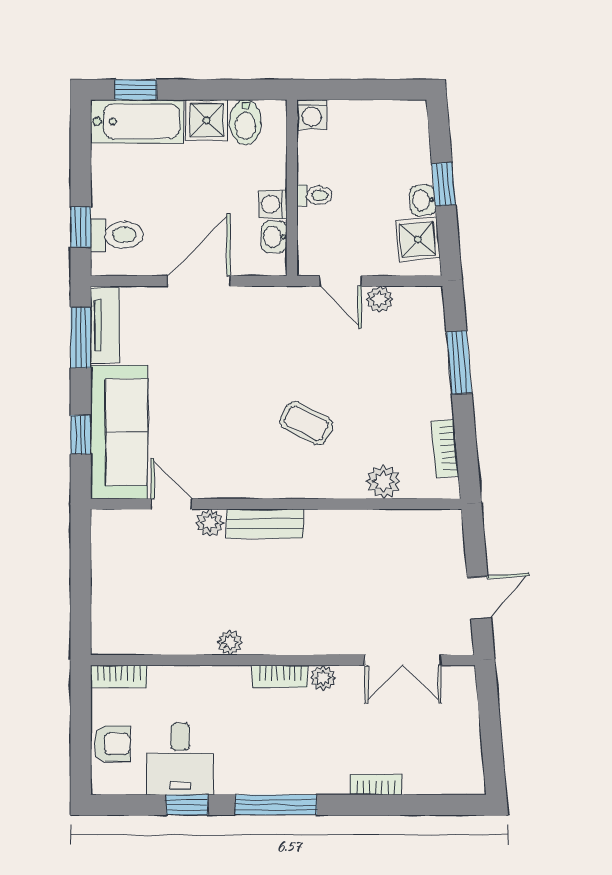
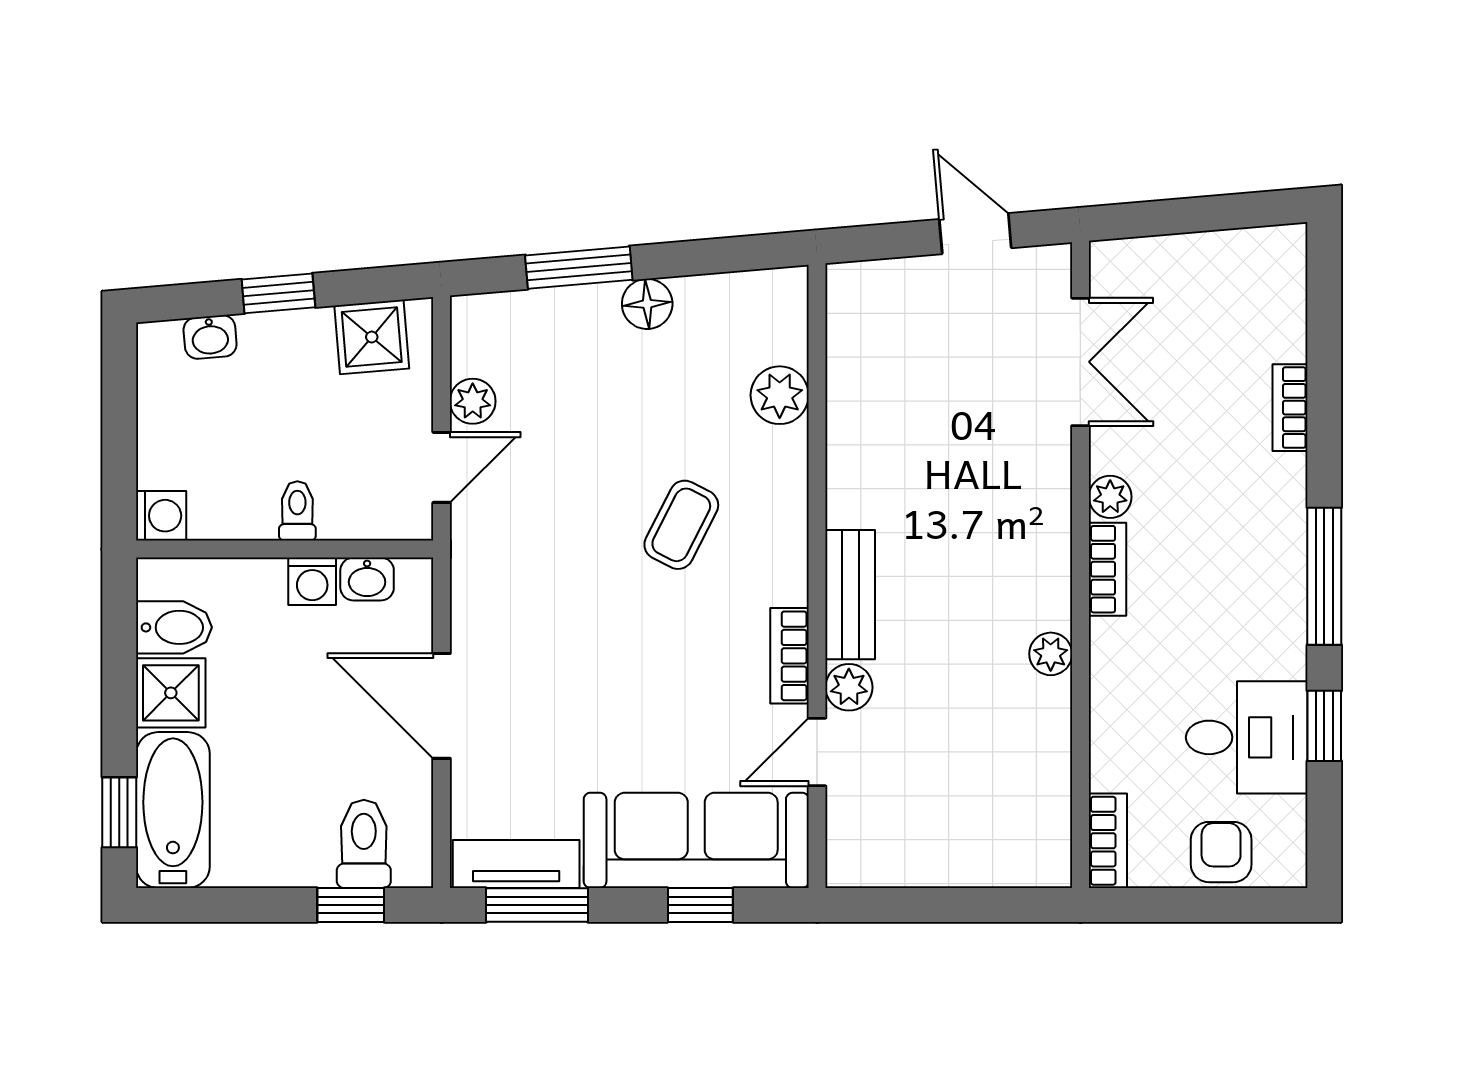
washbasin: (423, 200) -> (210, 337), moved
floor lamp: (437, 403) -> (647, 304), added
bookcase: (445, 449) -> (790, 656), moved, turned 95

